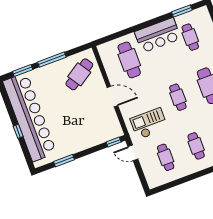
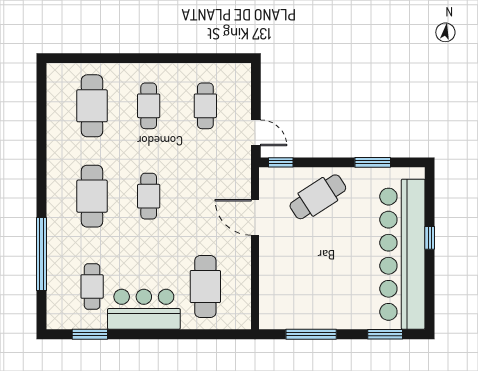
window: (52, 60) -> (311, 334), moved
cafe table: (79, 74) -> (318, 197), moved
door: (112, 96) -> (255, 217), moved
checkout: (149, 124) -> (212, 171), removed

